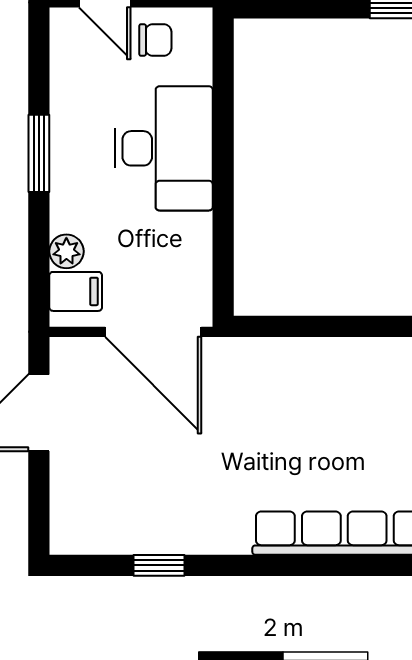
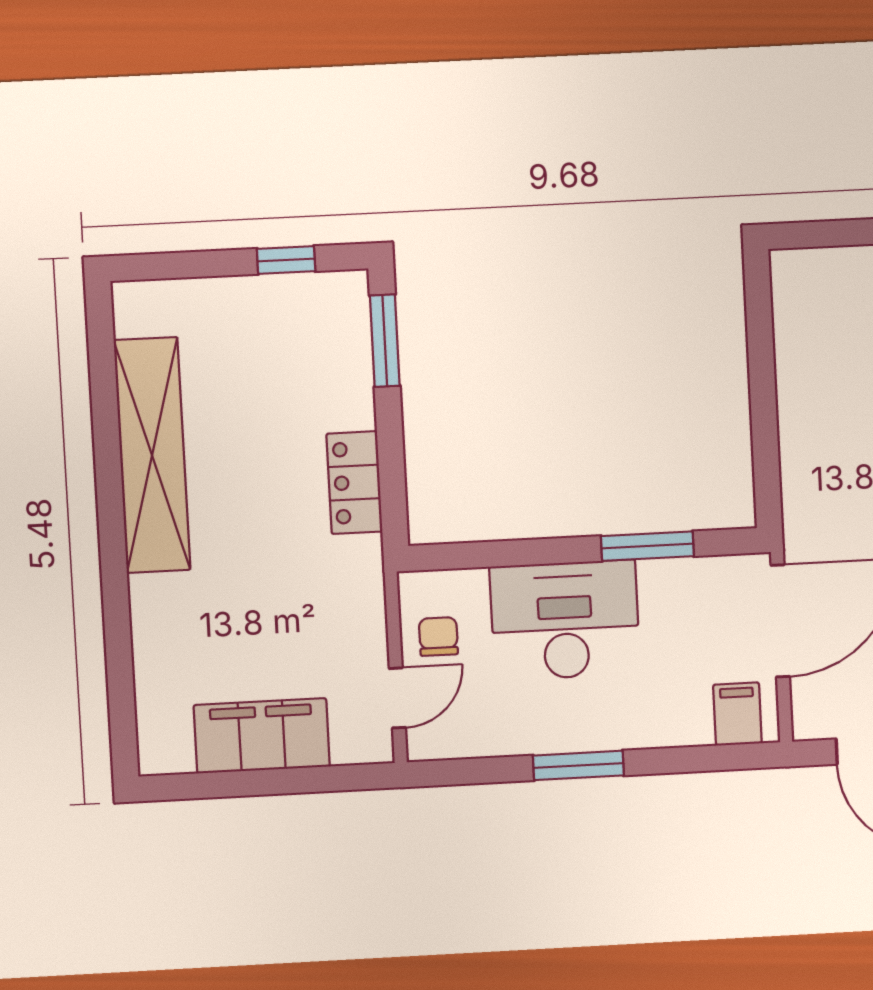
window: (223, 222) -> (647, 546), added
plant: (66, 251) -> (691, 727), removed

